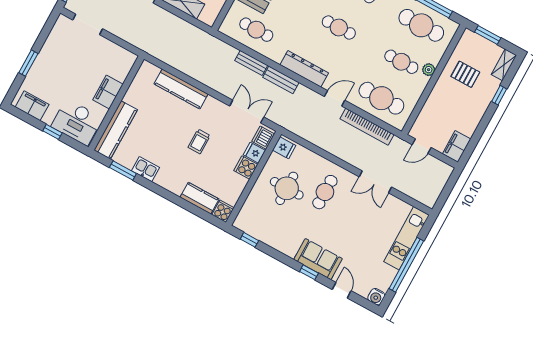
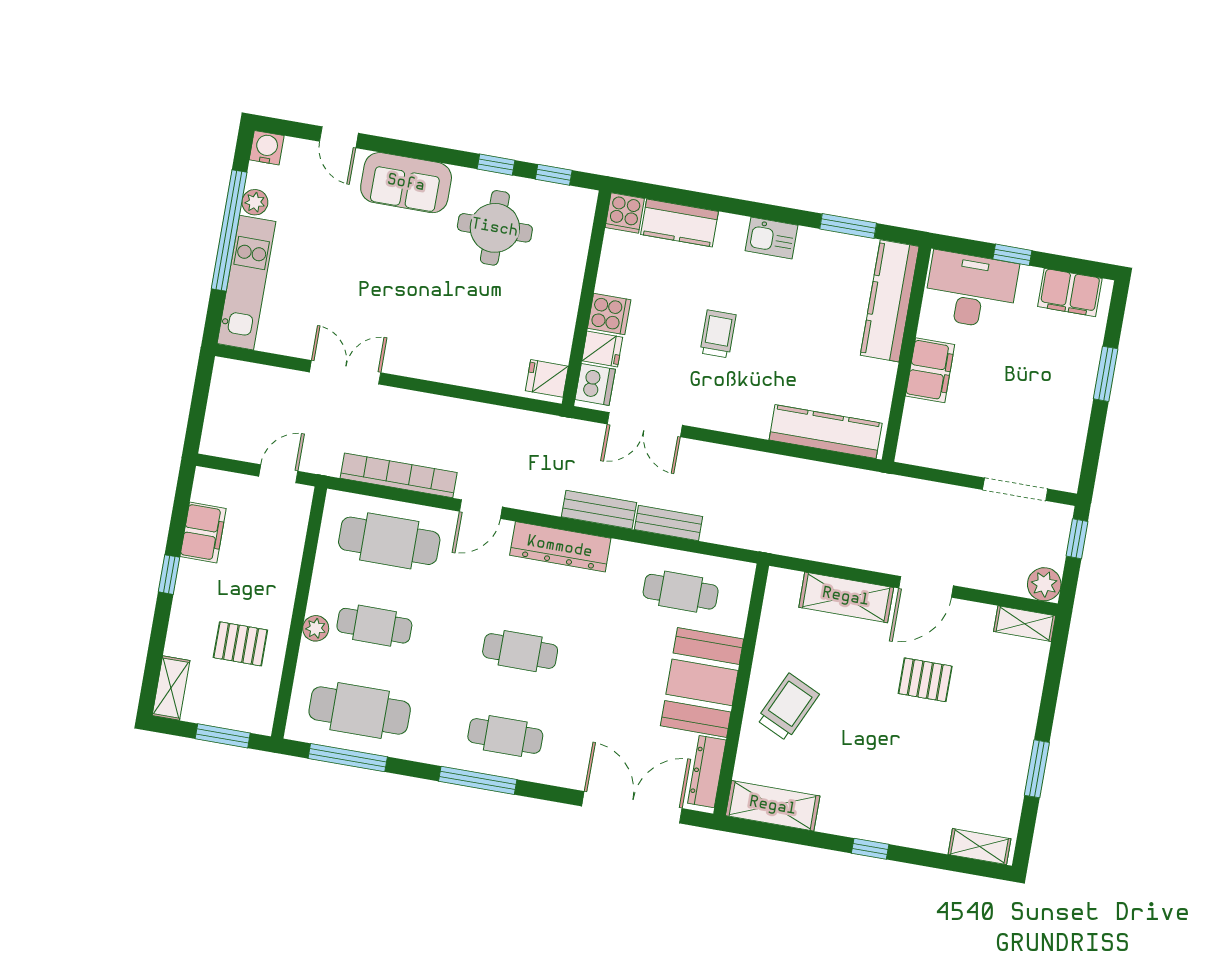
kitchen counter: (181, 89) -> (826, 432), moved
window: (499, 95) -> (169, 575), moved
filing cabinet: (457, 146) -> (203, 532), moved
kitchen sink: (145, 169) -> (772, 238), moved
round table: (287, 188) -> (495, 228), moved
cafe table: (325, 192) -> (437, 319), removed
window: (309, 272) -> (496, 165), moved
plant: (390, 274) -> (255, 202), added

